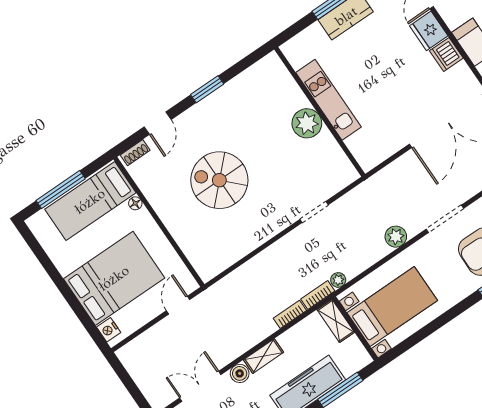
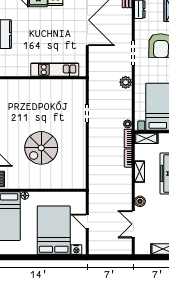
kitchen unit: (328, 100) -> (55, 70), moved
plant: (307, 123) -> (43, 88), removed
door: (178, 305) -> (87, 222), moved
shelving: (264, 356) -> (139, 172), moved

